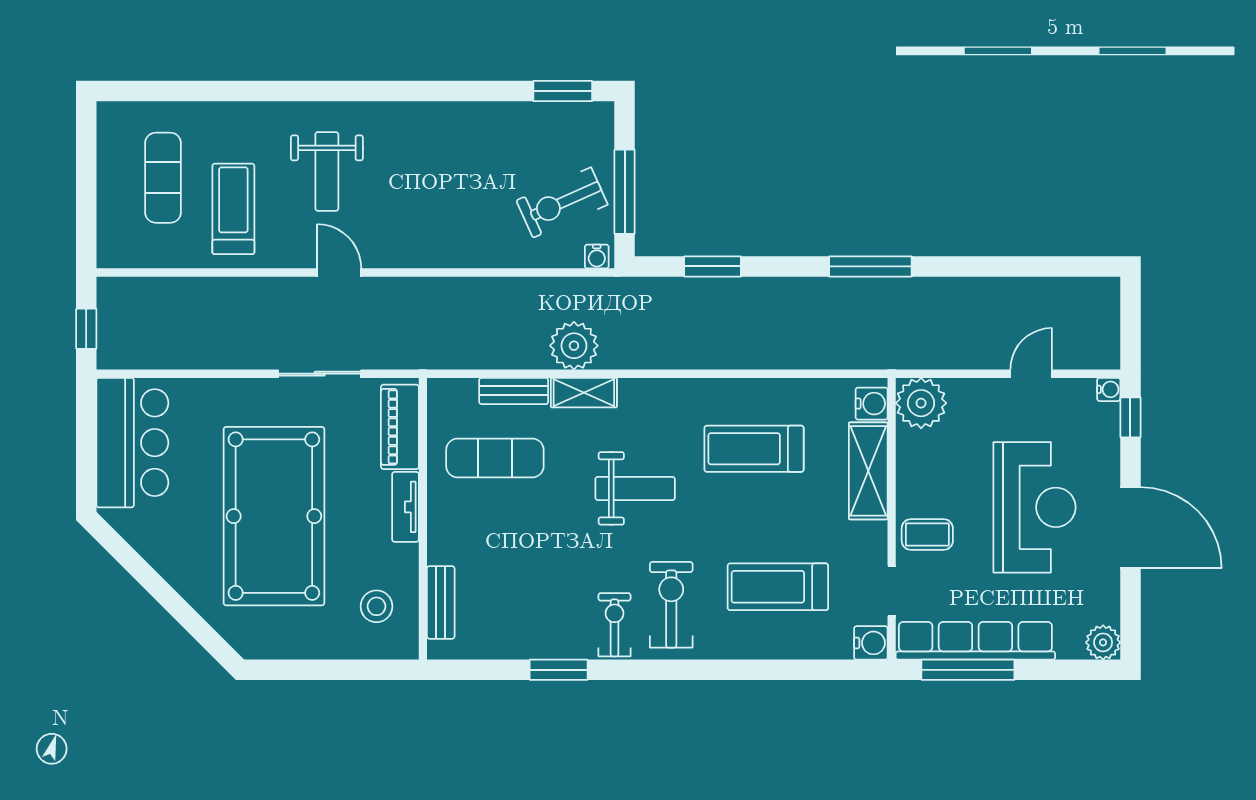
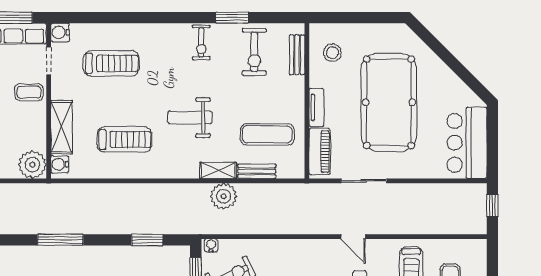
exercise bike: (671, 605) -> (254, 52), moved

